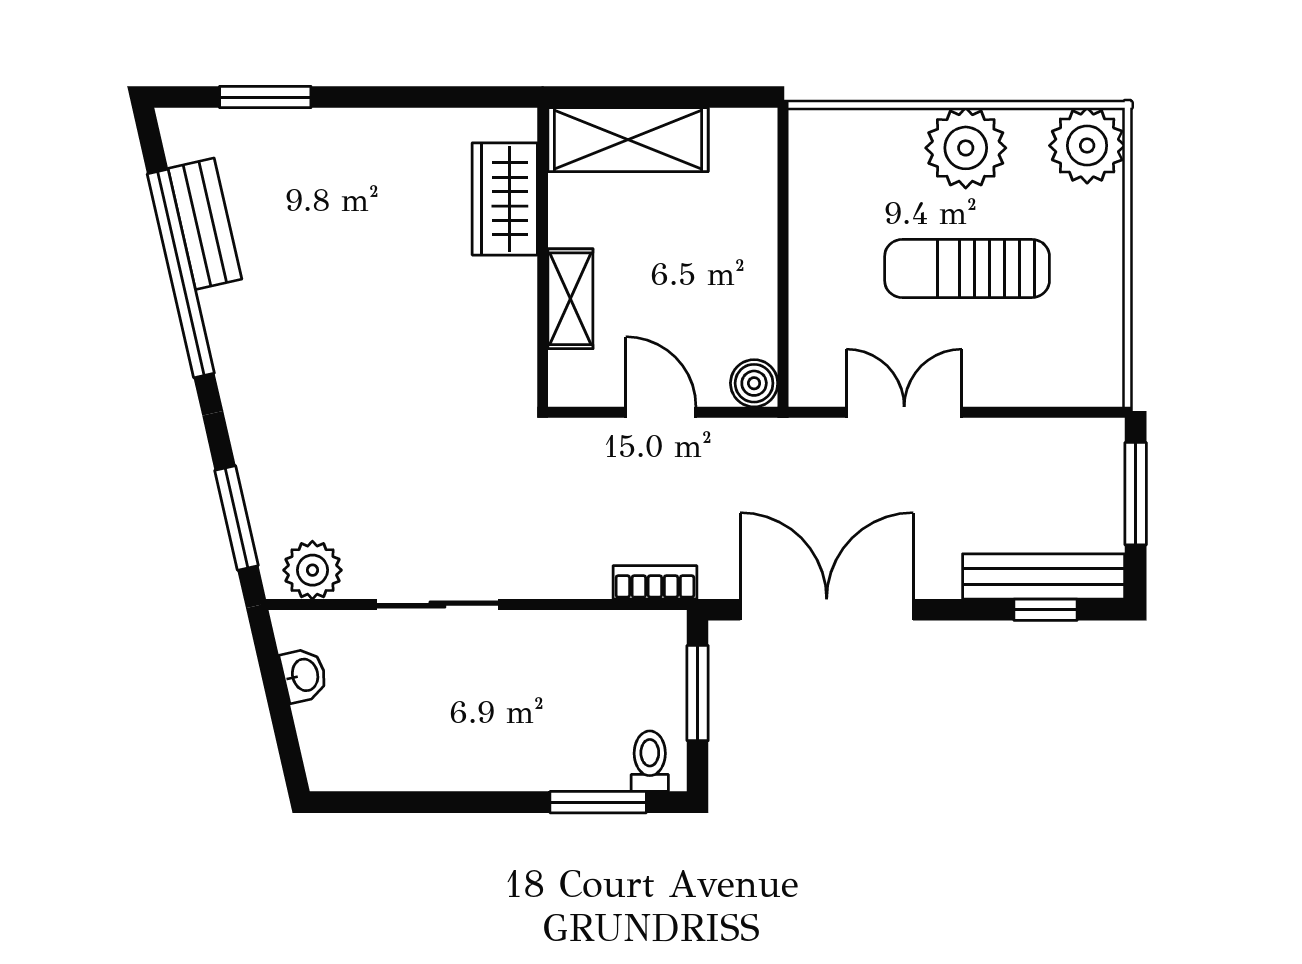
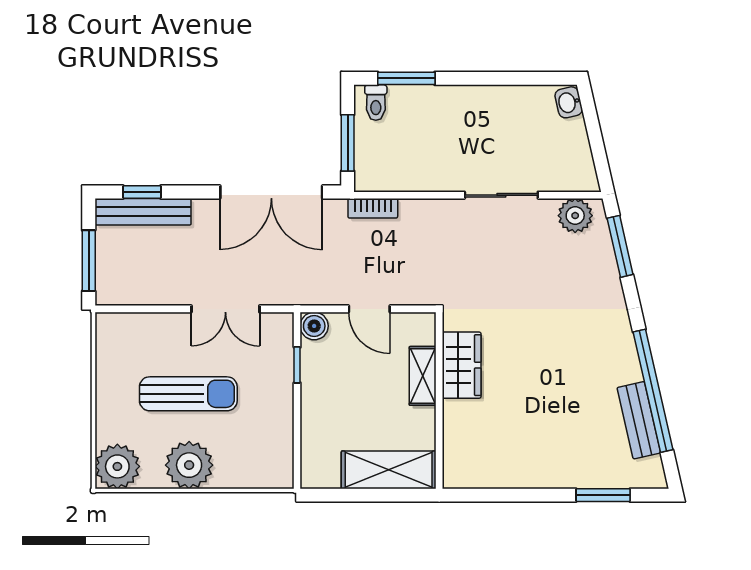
wardrobe: (505, 199) -> (462, 365), moved
window: (783, 317) -> (297, 365), added
washbasin: (304, 675) -> (569, 102), moved

